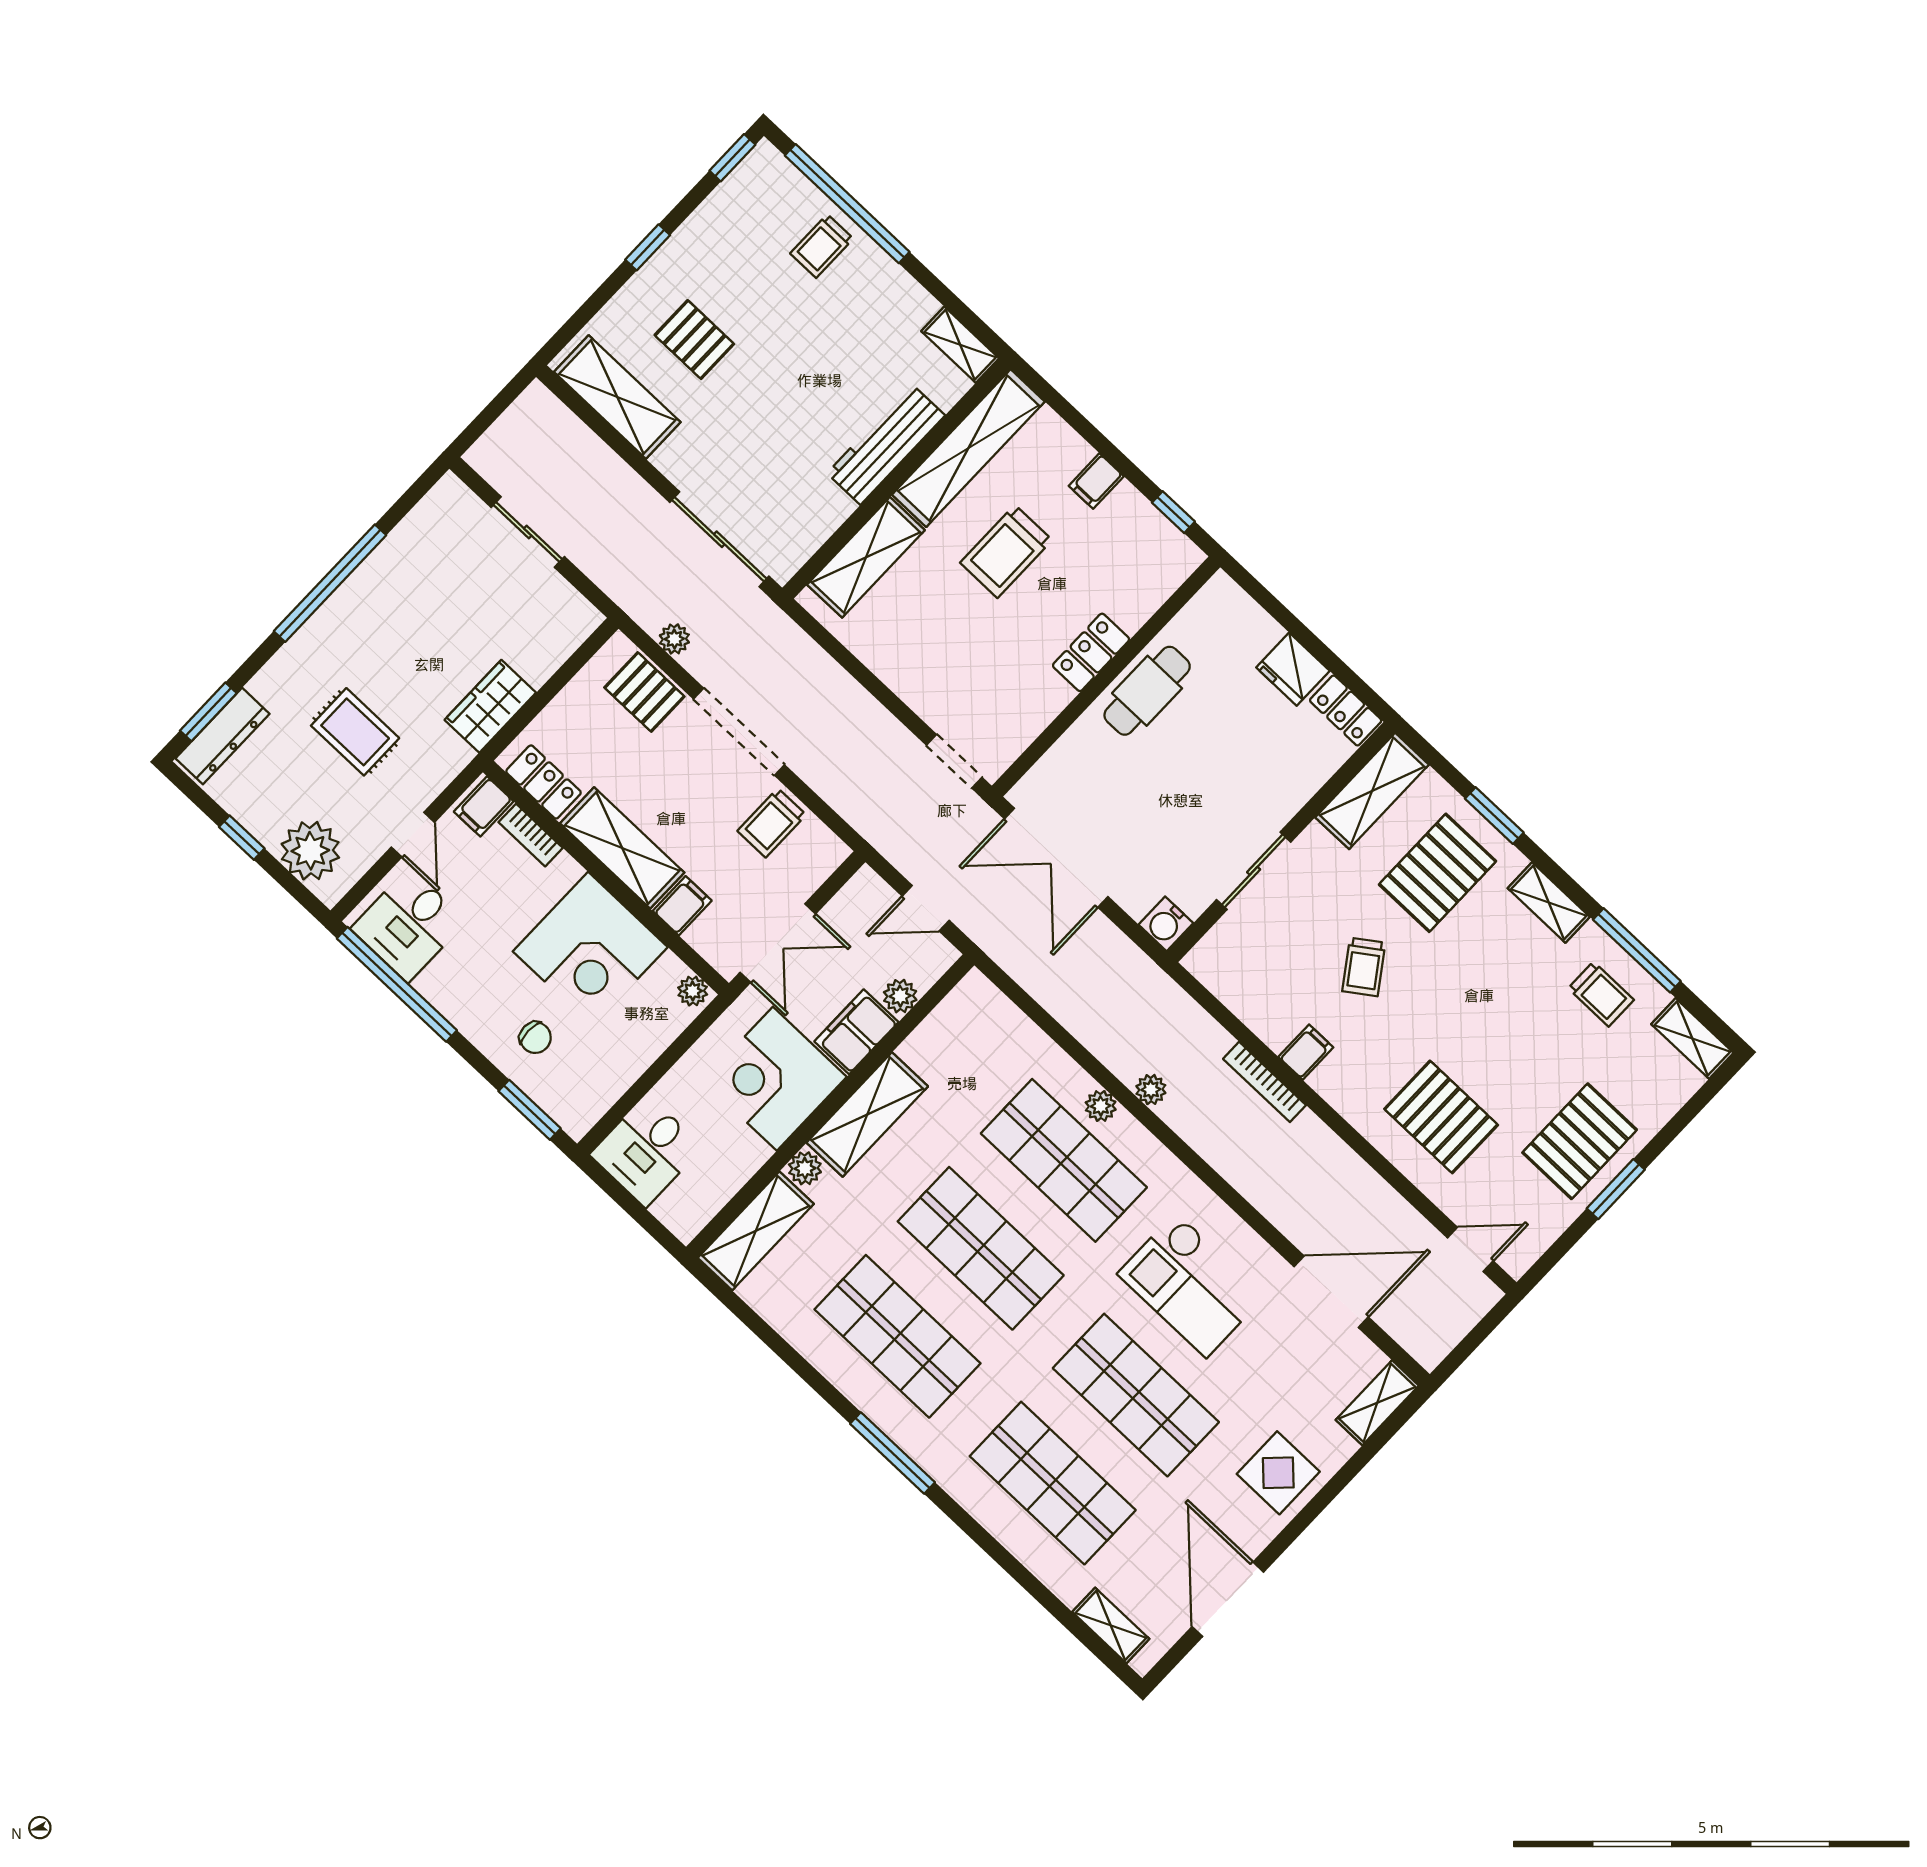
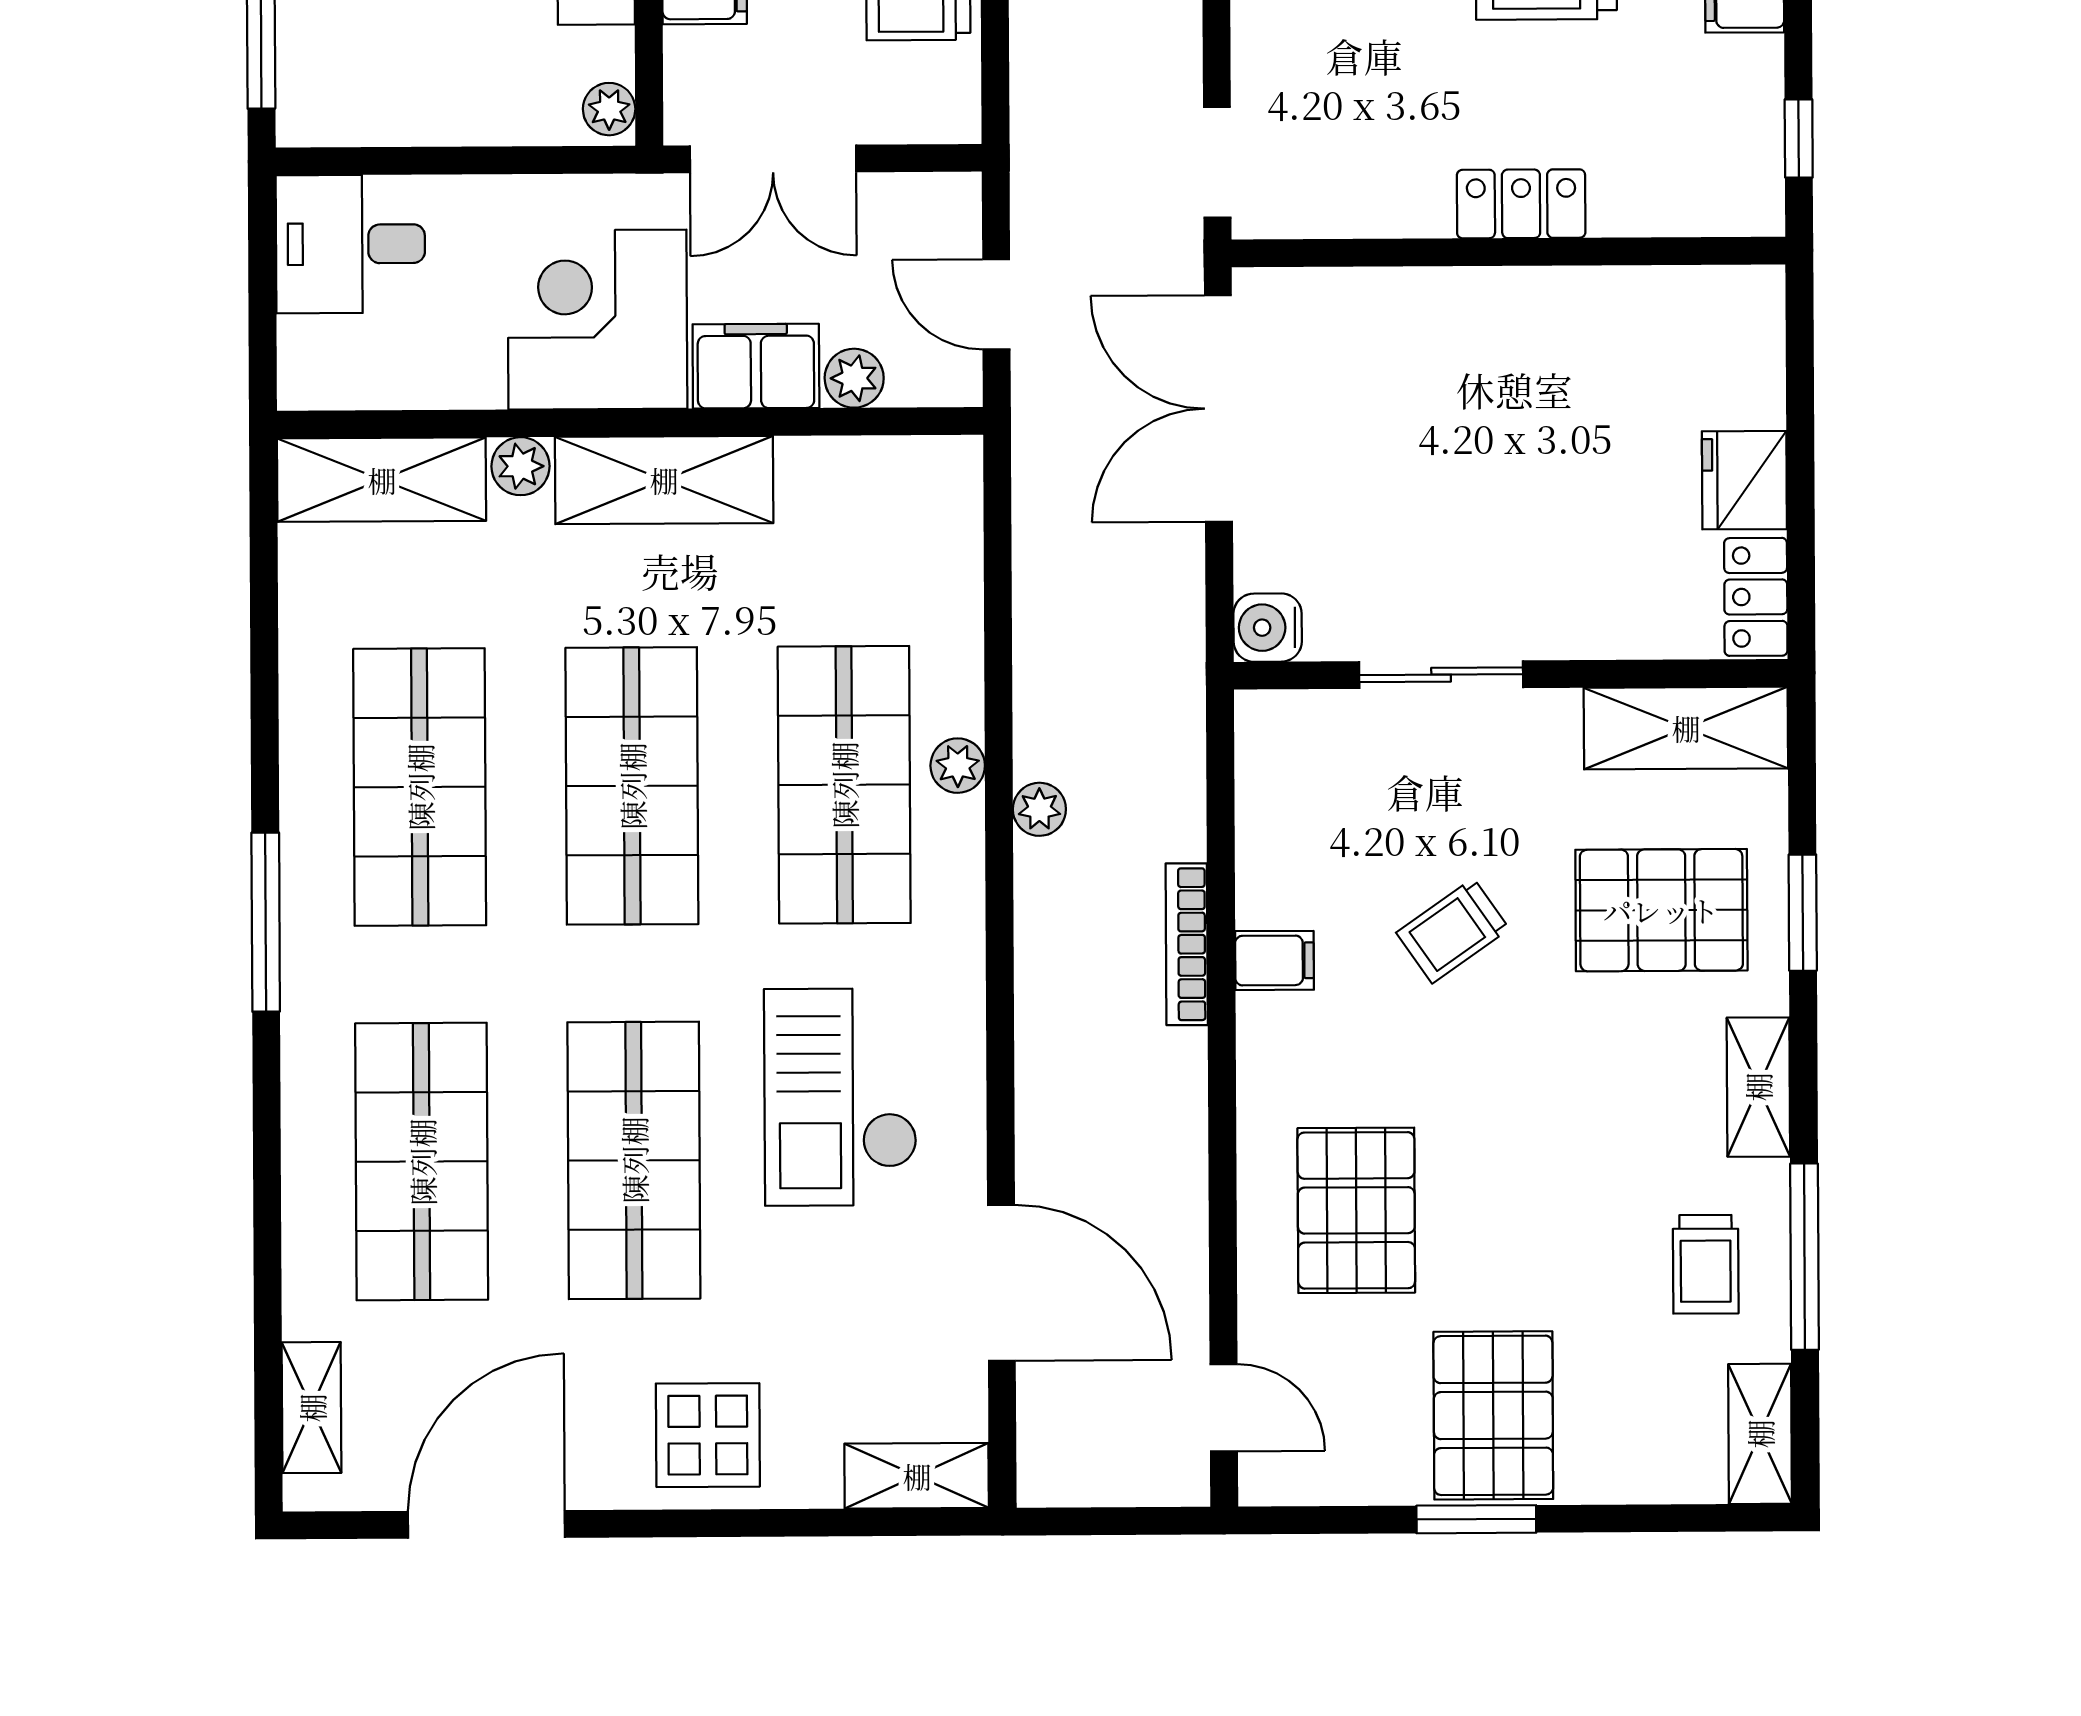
cafe table: (1147, 691) -> (1540, 321), removed
pallet: (1580, 1141) -> (1493, 1415), turned 90

